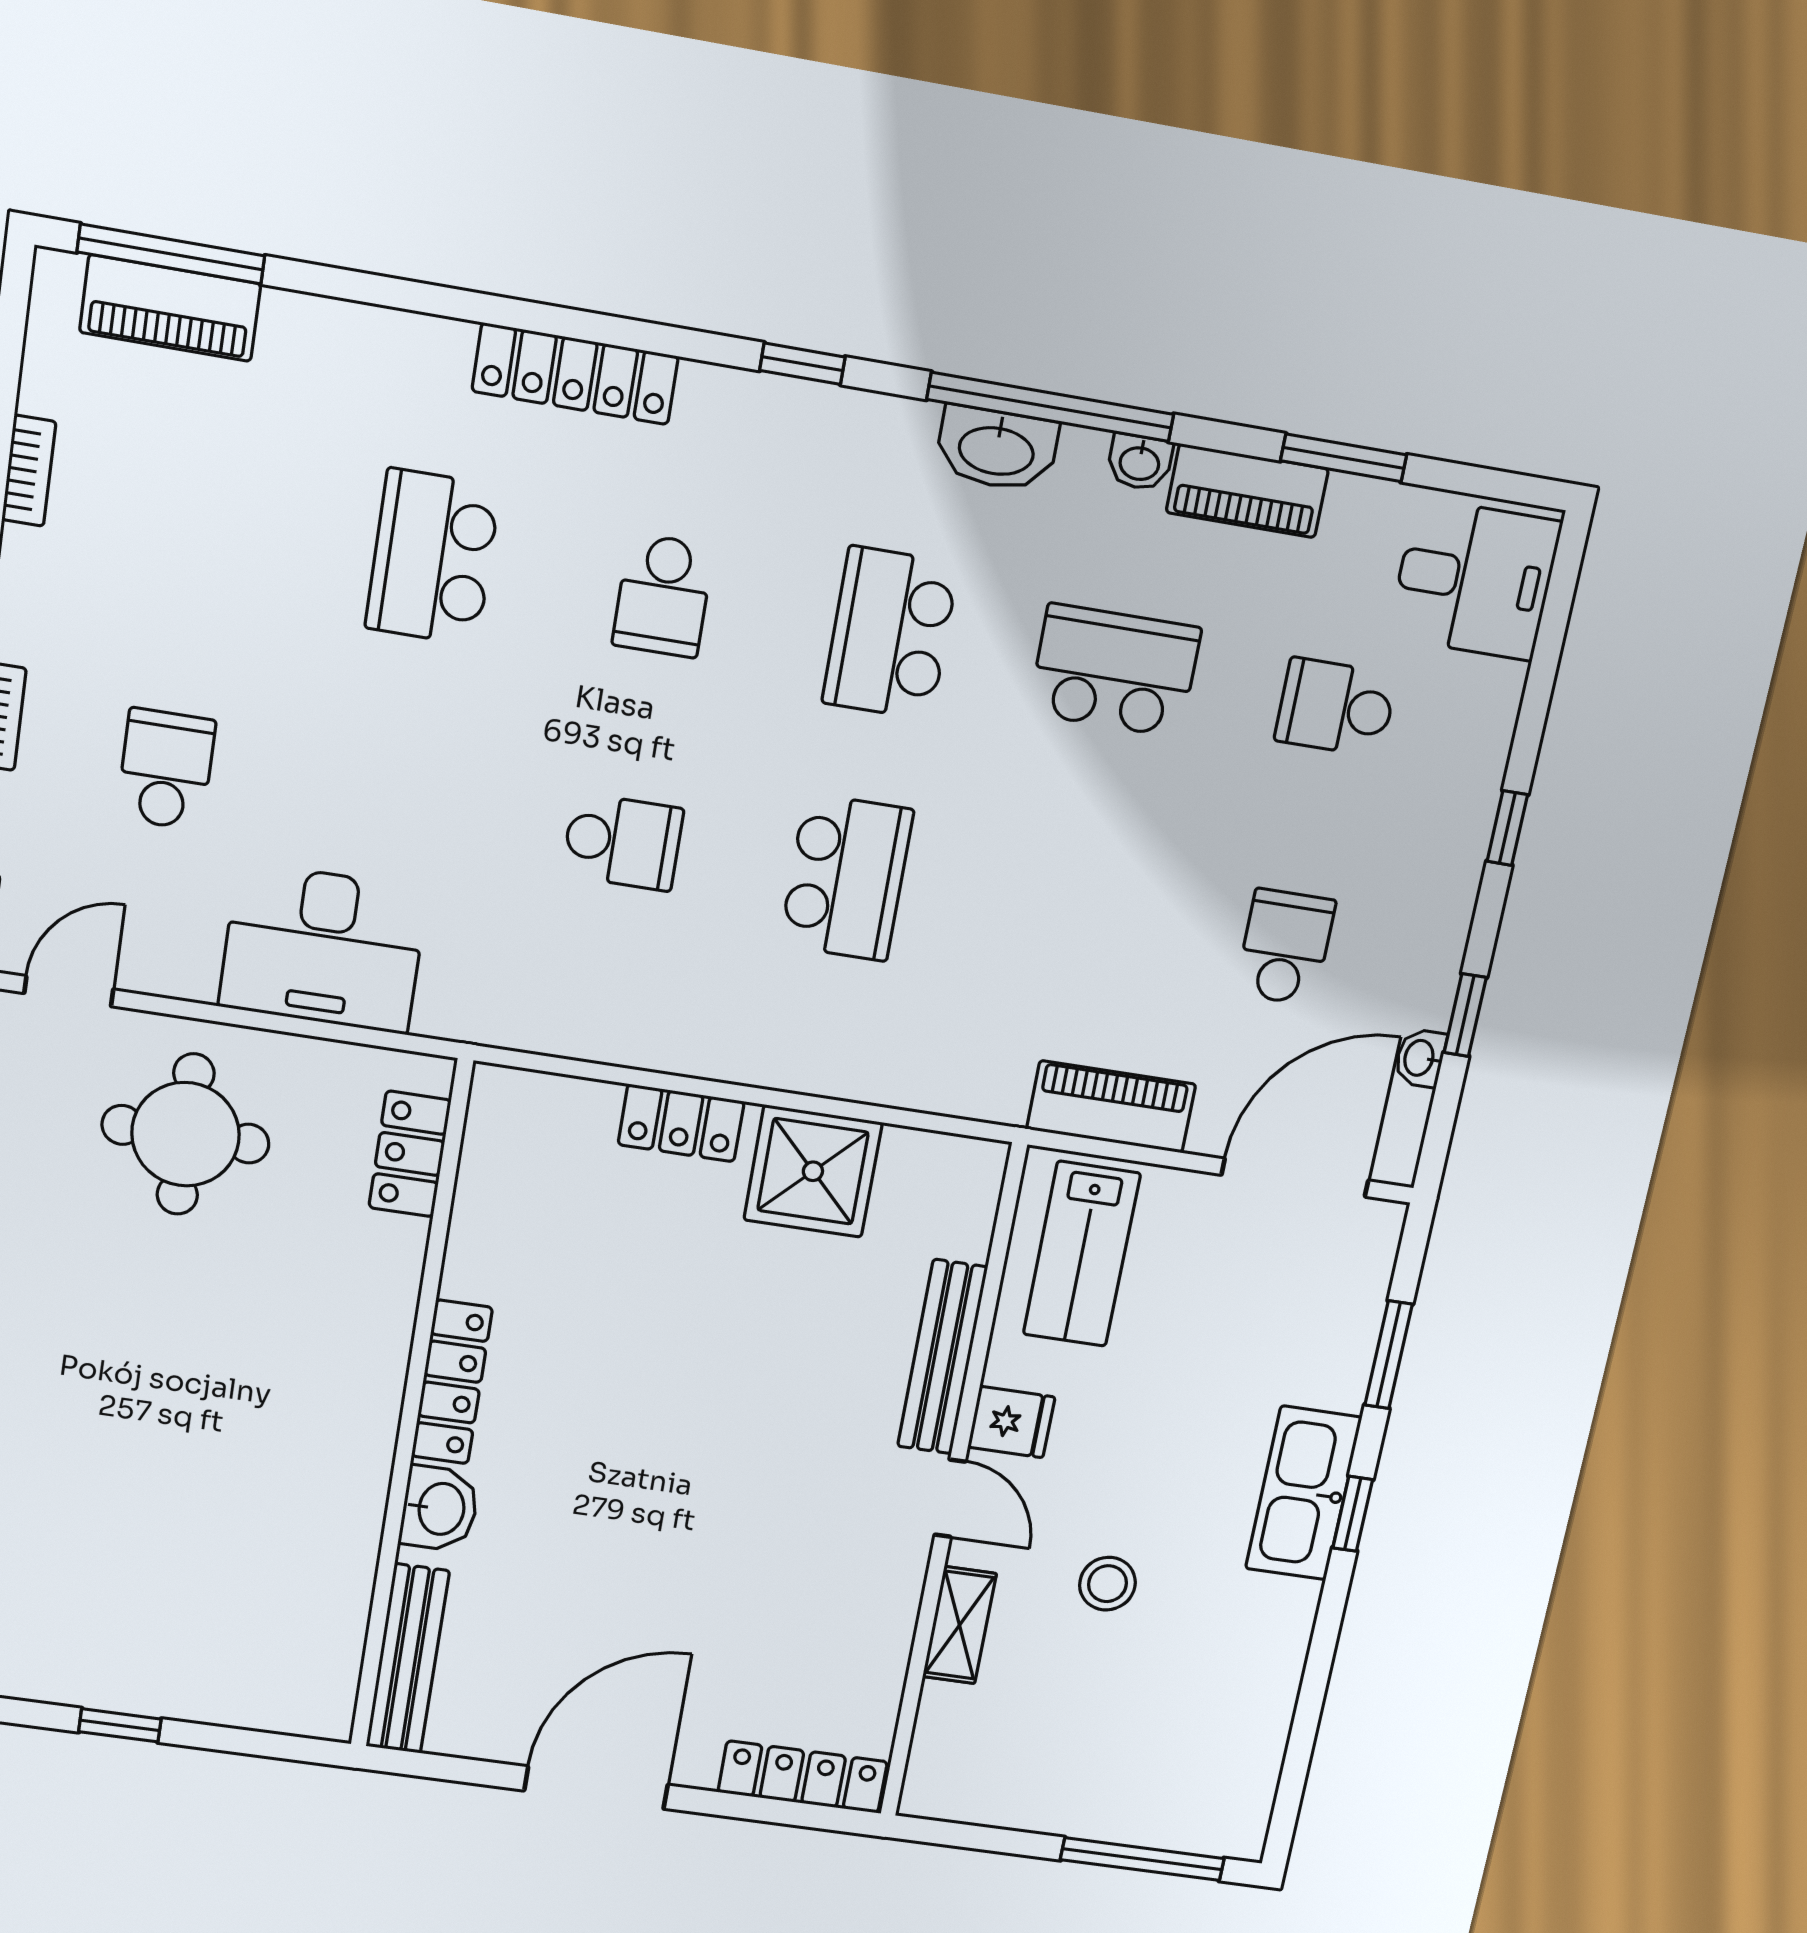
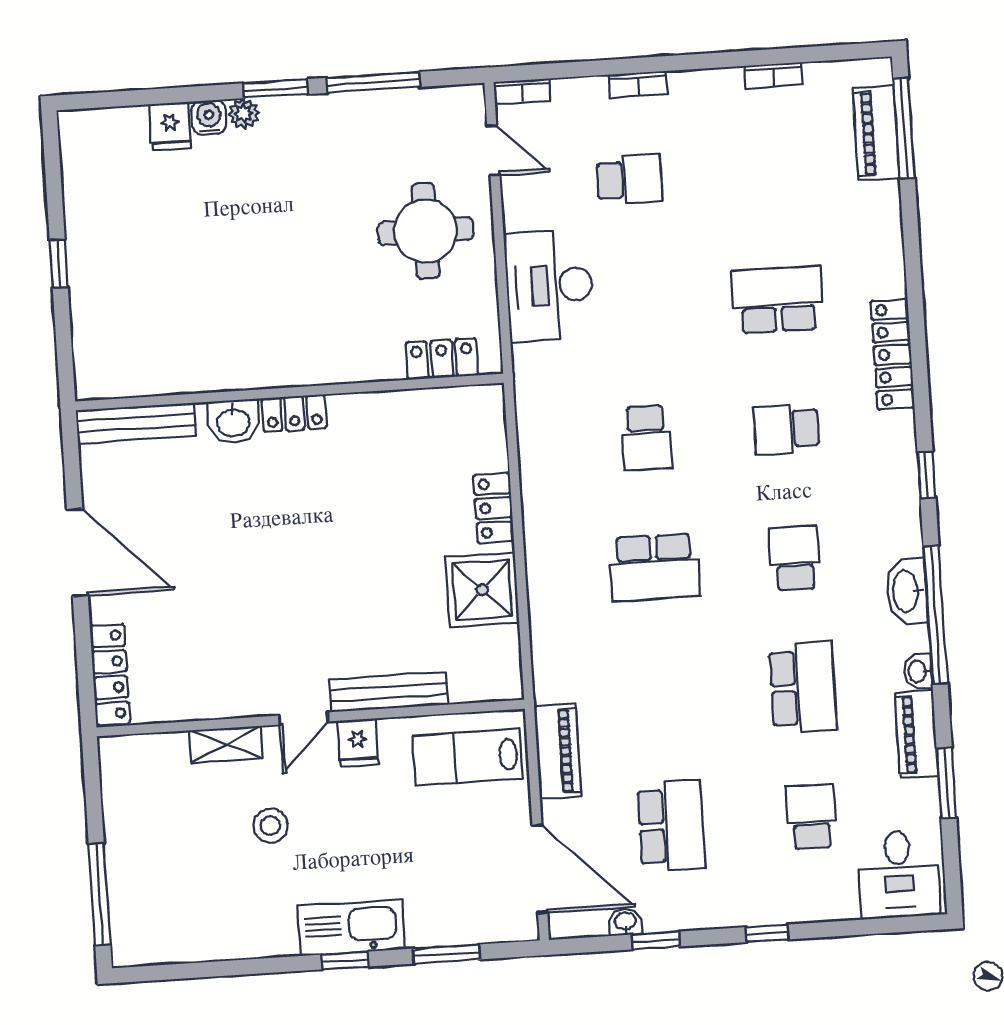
school desk: (890, 633) -> (795, 558), width x0.54
school desk: (1285, 947) -> (671, 826), width x1.85
locker: (452, 1382) -> (294, 413), width x0.66

